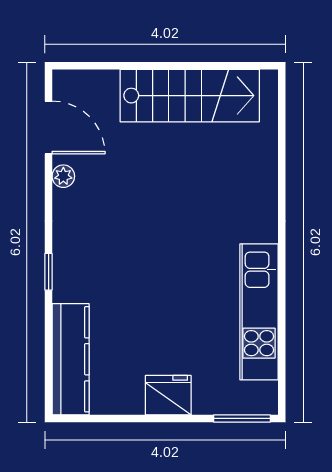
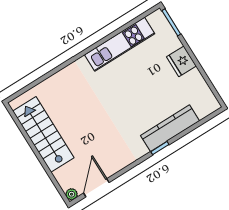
plant: (63, 176) -> (72, 194), moved
kitchen counter: (71, 359) -> (170, 128), moved

